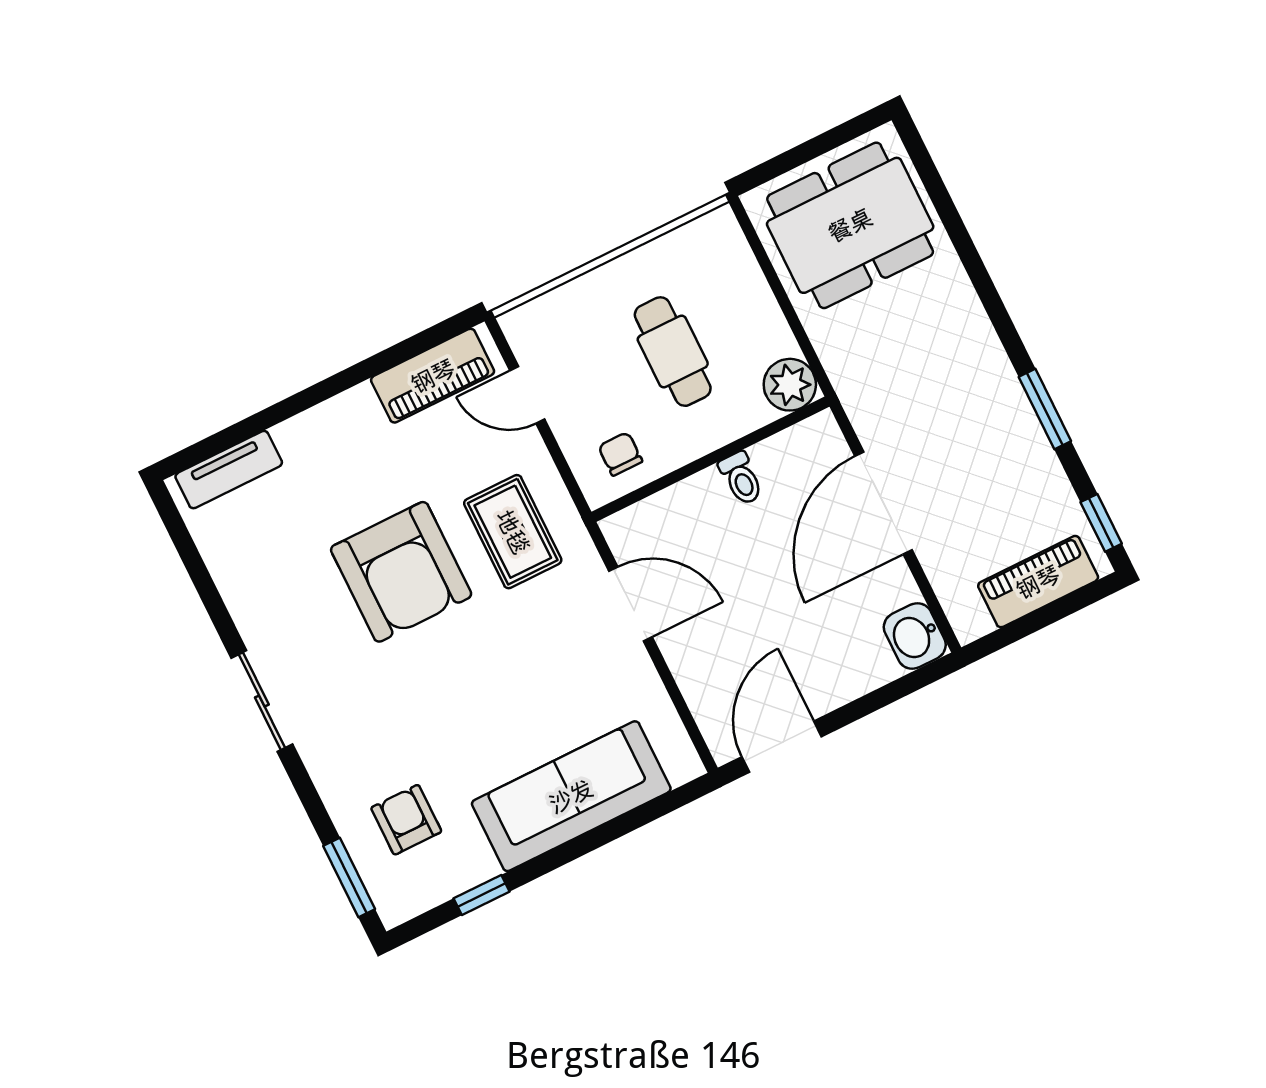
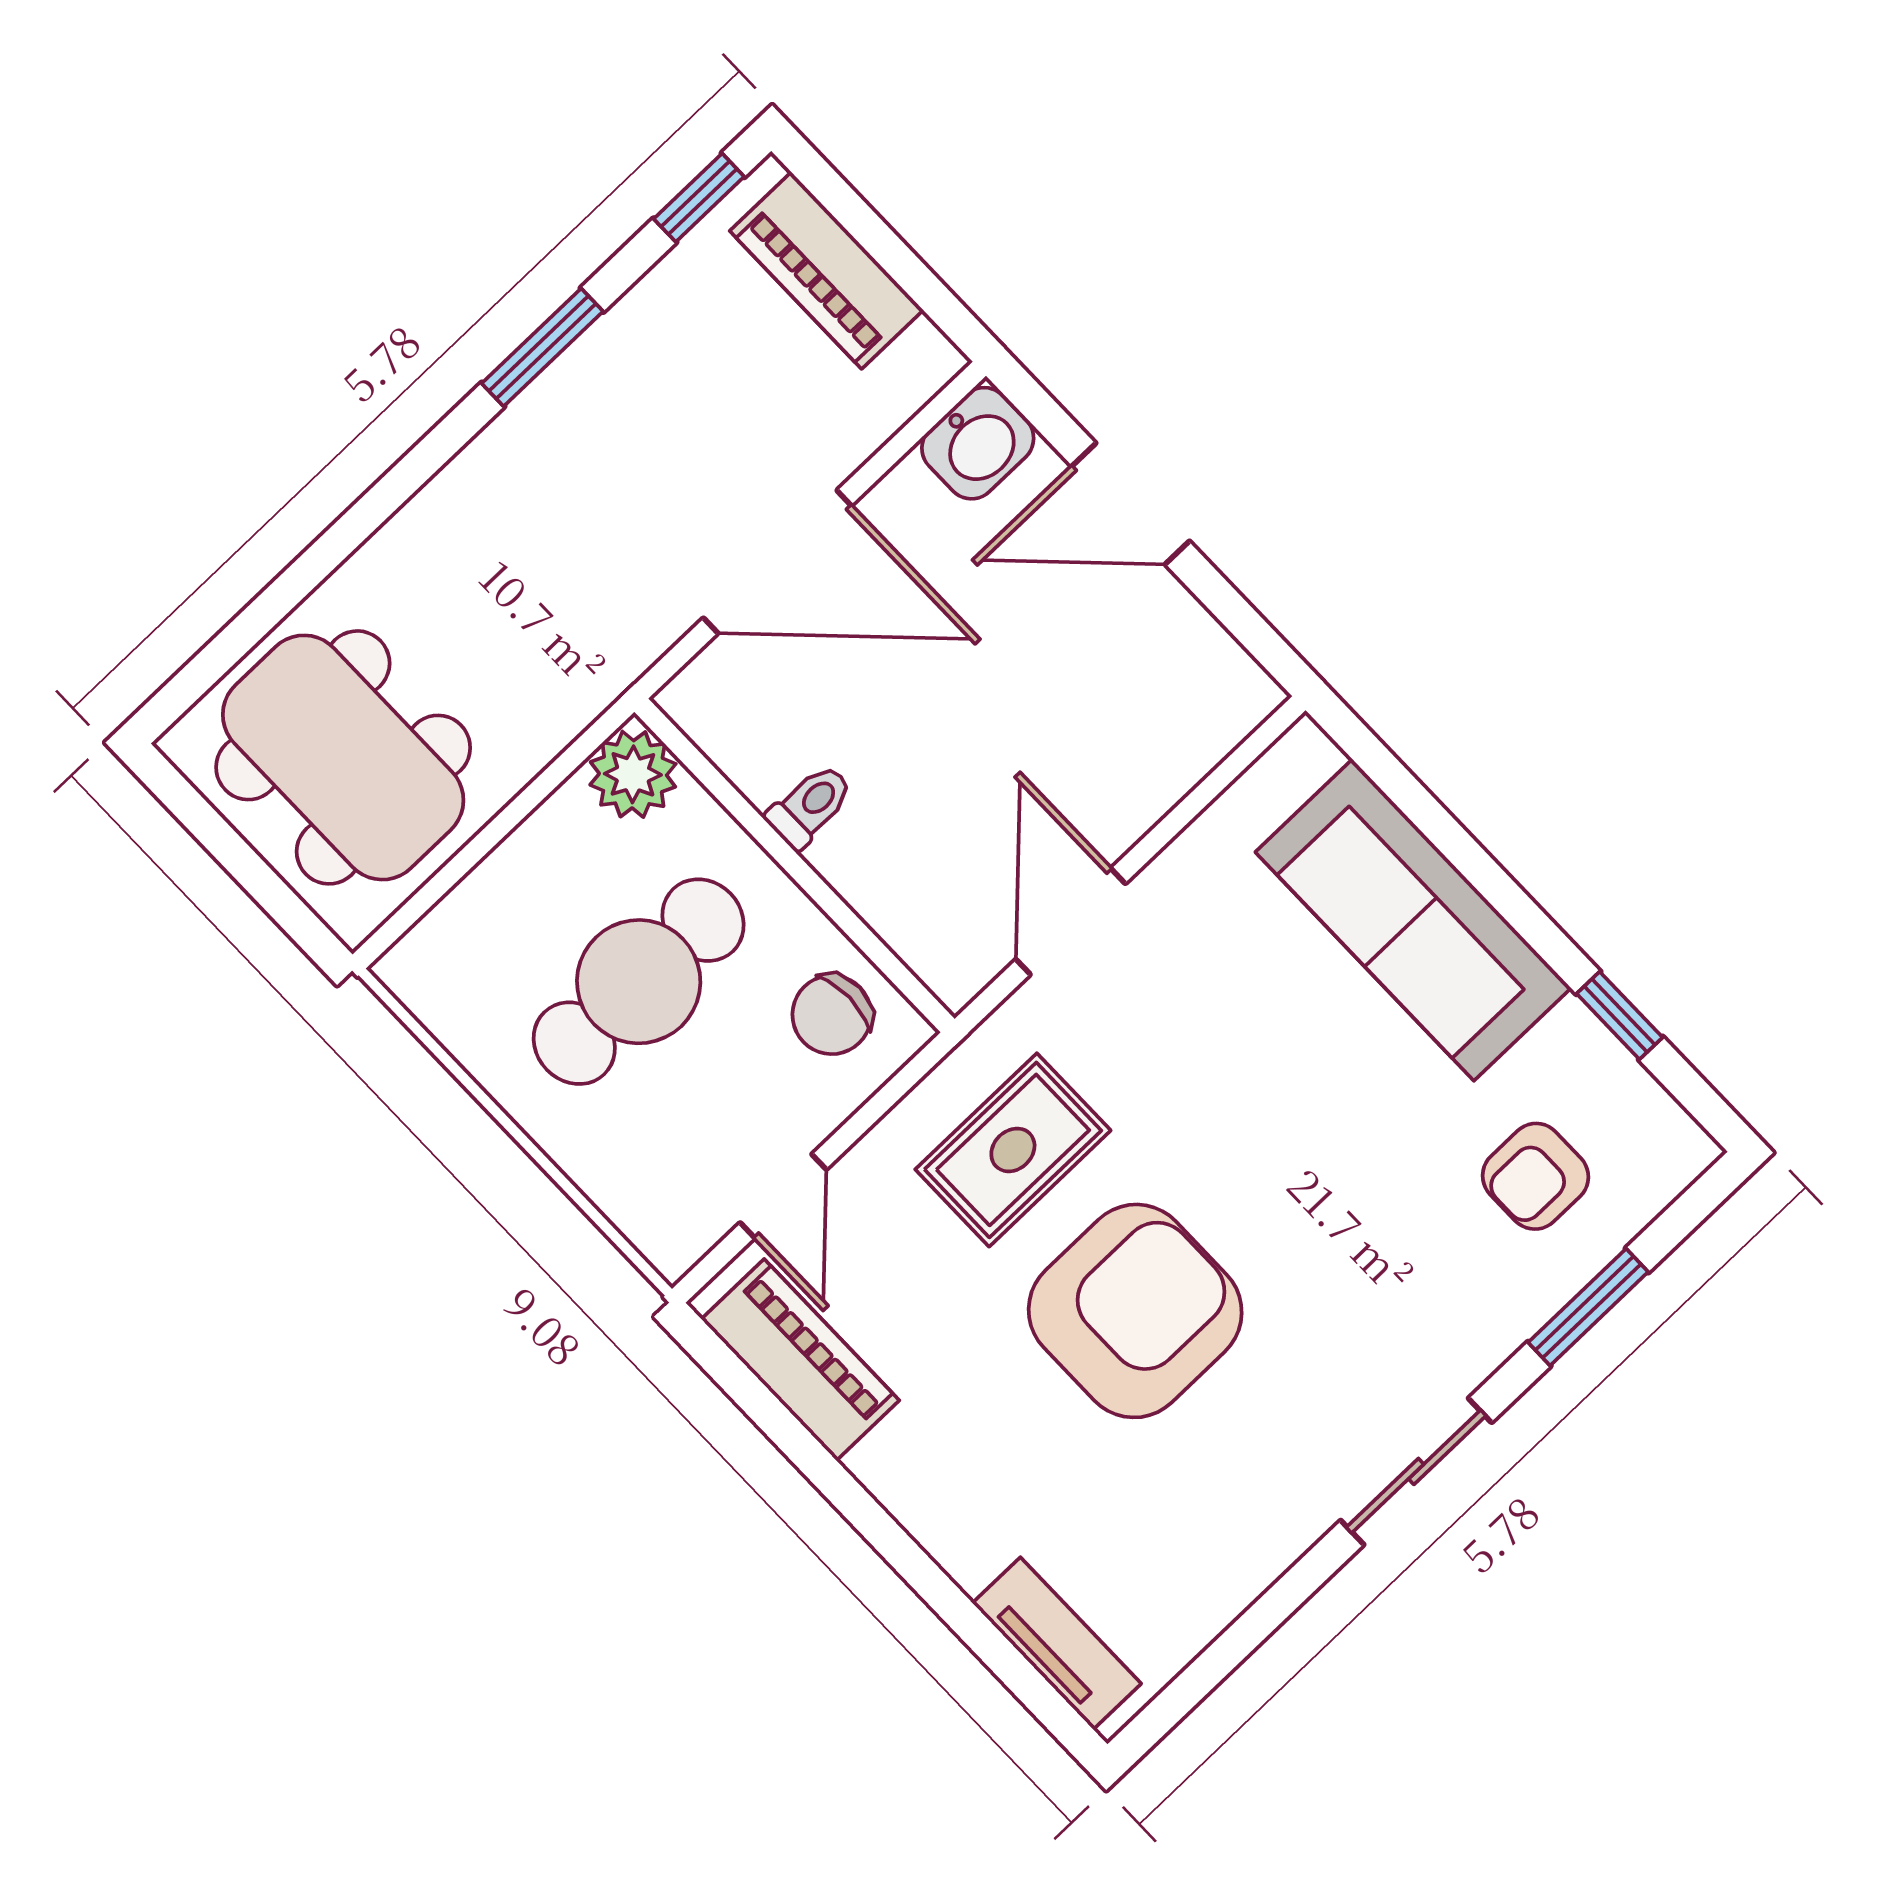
cafe table: (673, 352) -> (639, 982), width x1.37, depth x1.35
chair: (620, 454) -> (832, 1015), width x1.37, depth x1.37
door: (782, 747) -> (1131, 504), moved
window: (349, 878) -> (1588, 1307), moved

